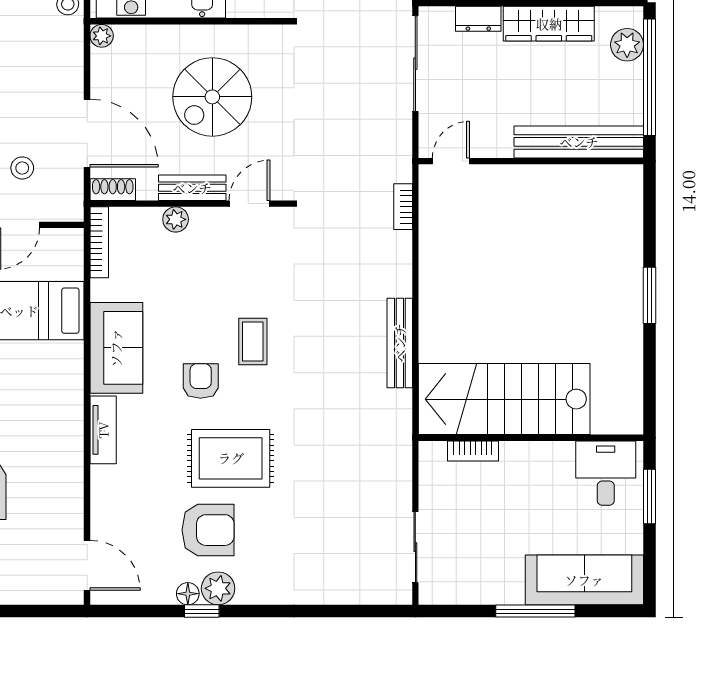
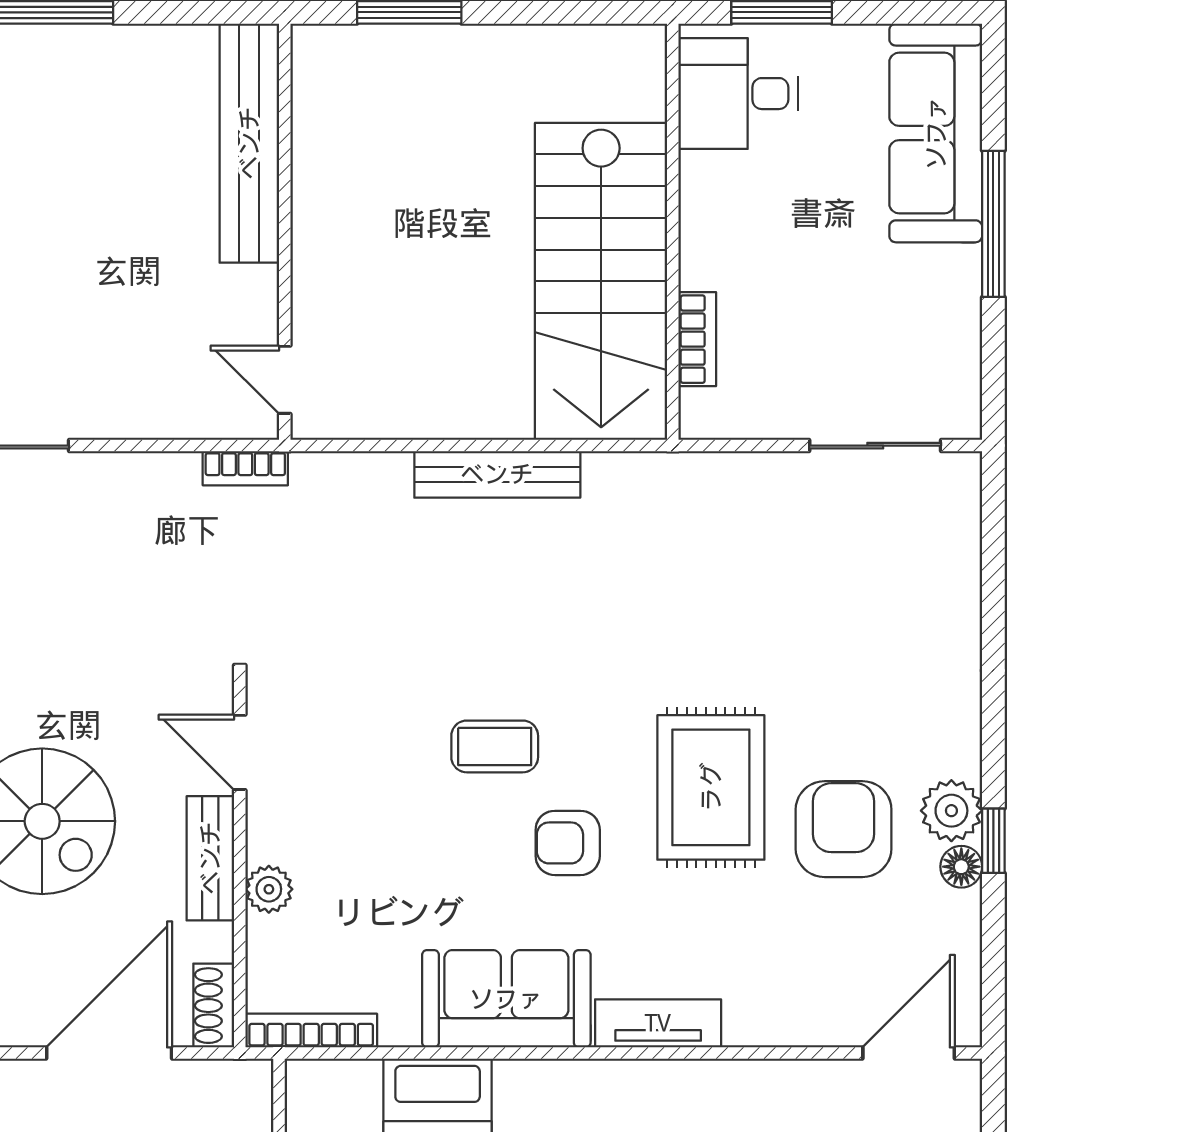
bench: (579, 142) -> (249, 143), moved
door: (451, 161) -> (285, 380), moved
wall: (531, 161) -> (285, 232), moved

